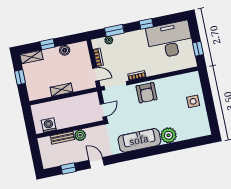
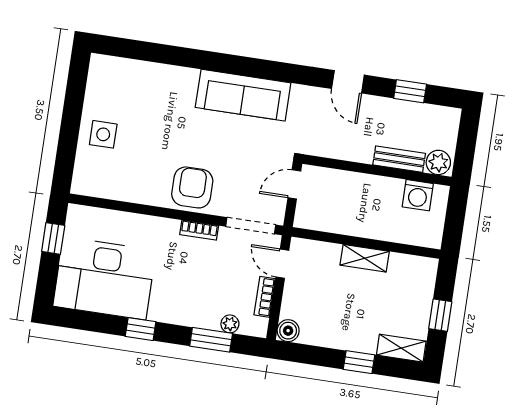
boiler: (65, 50) -> (288, 331), moved
plant: (80, 135) -> (438, 162), moved
plant: (169, 135) -> (179, 83), removed

